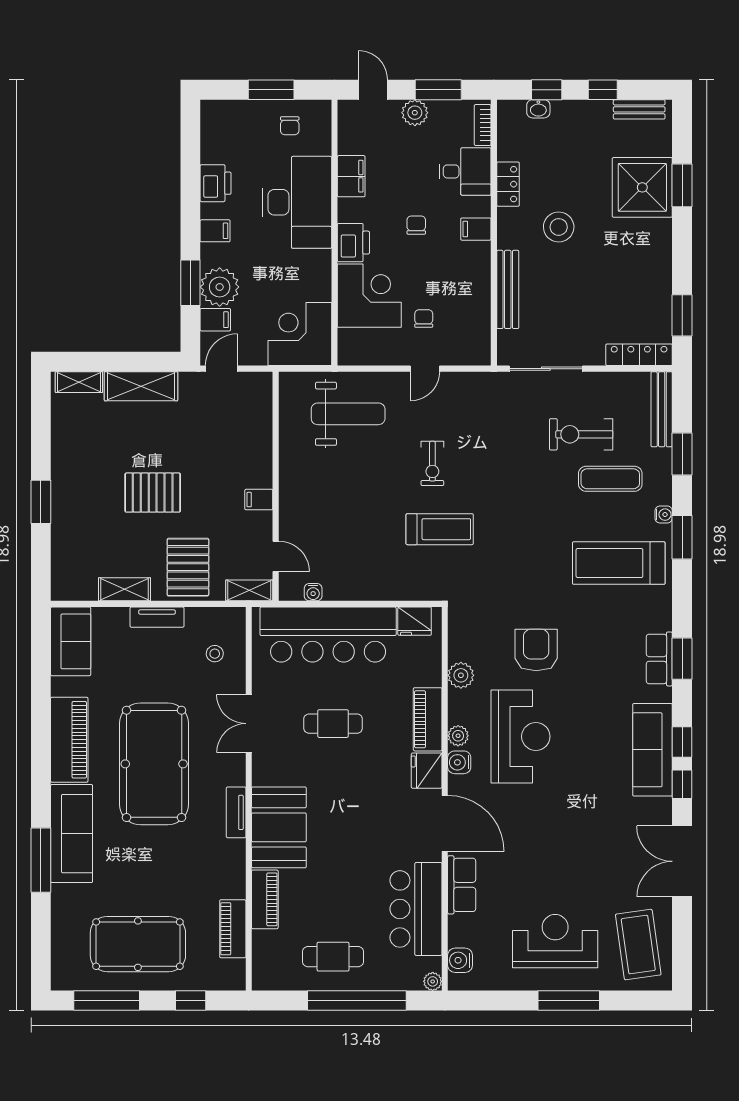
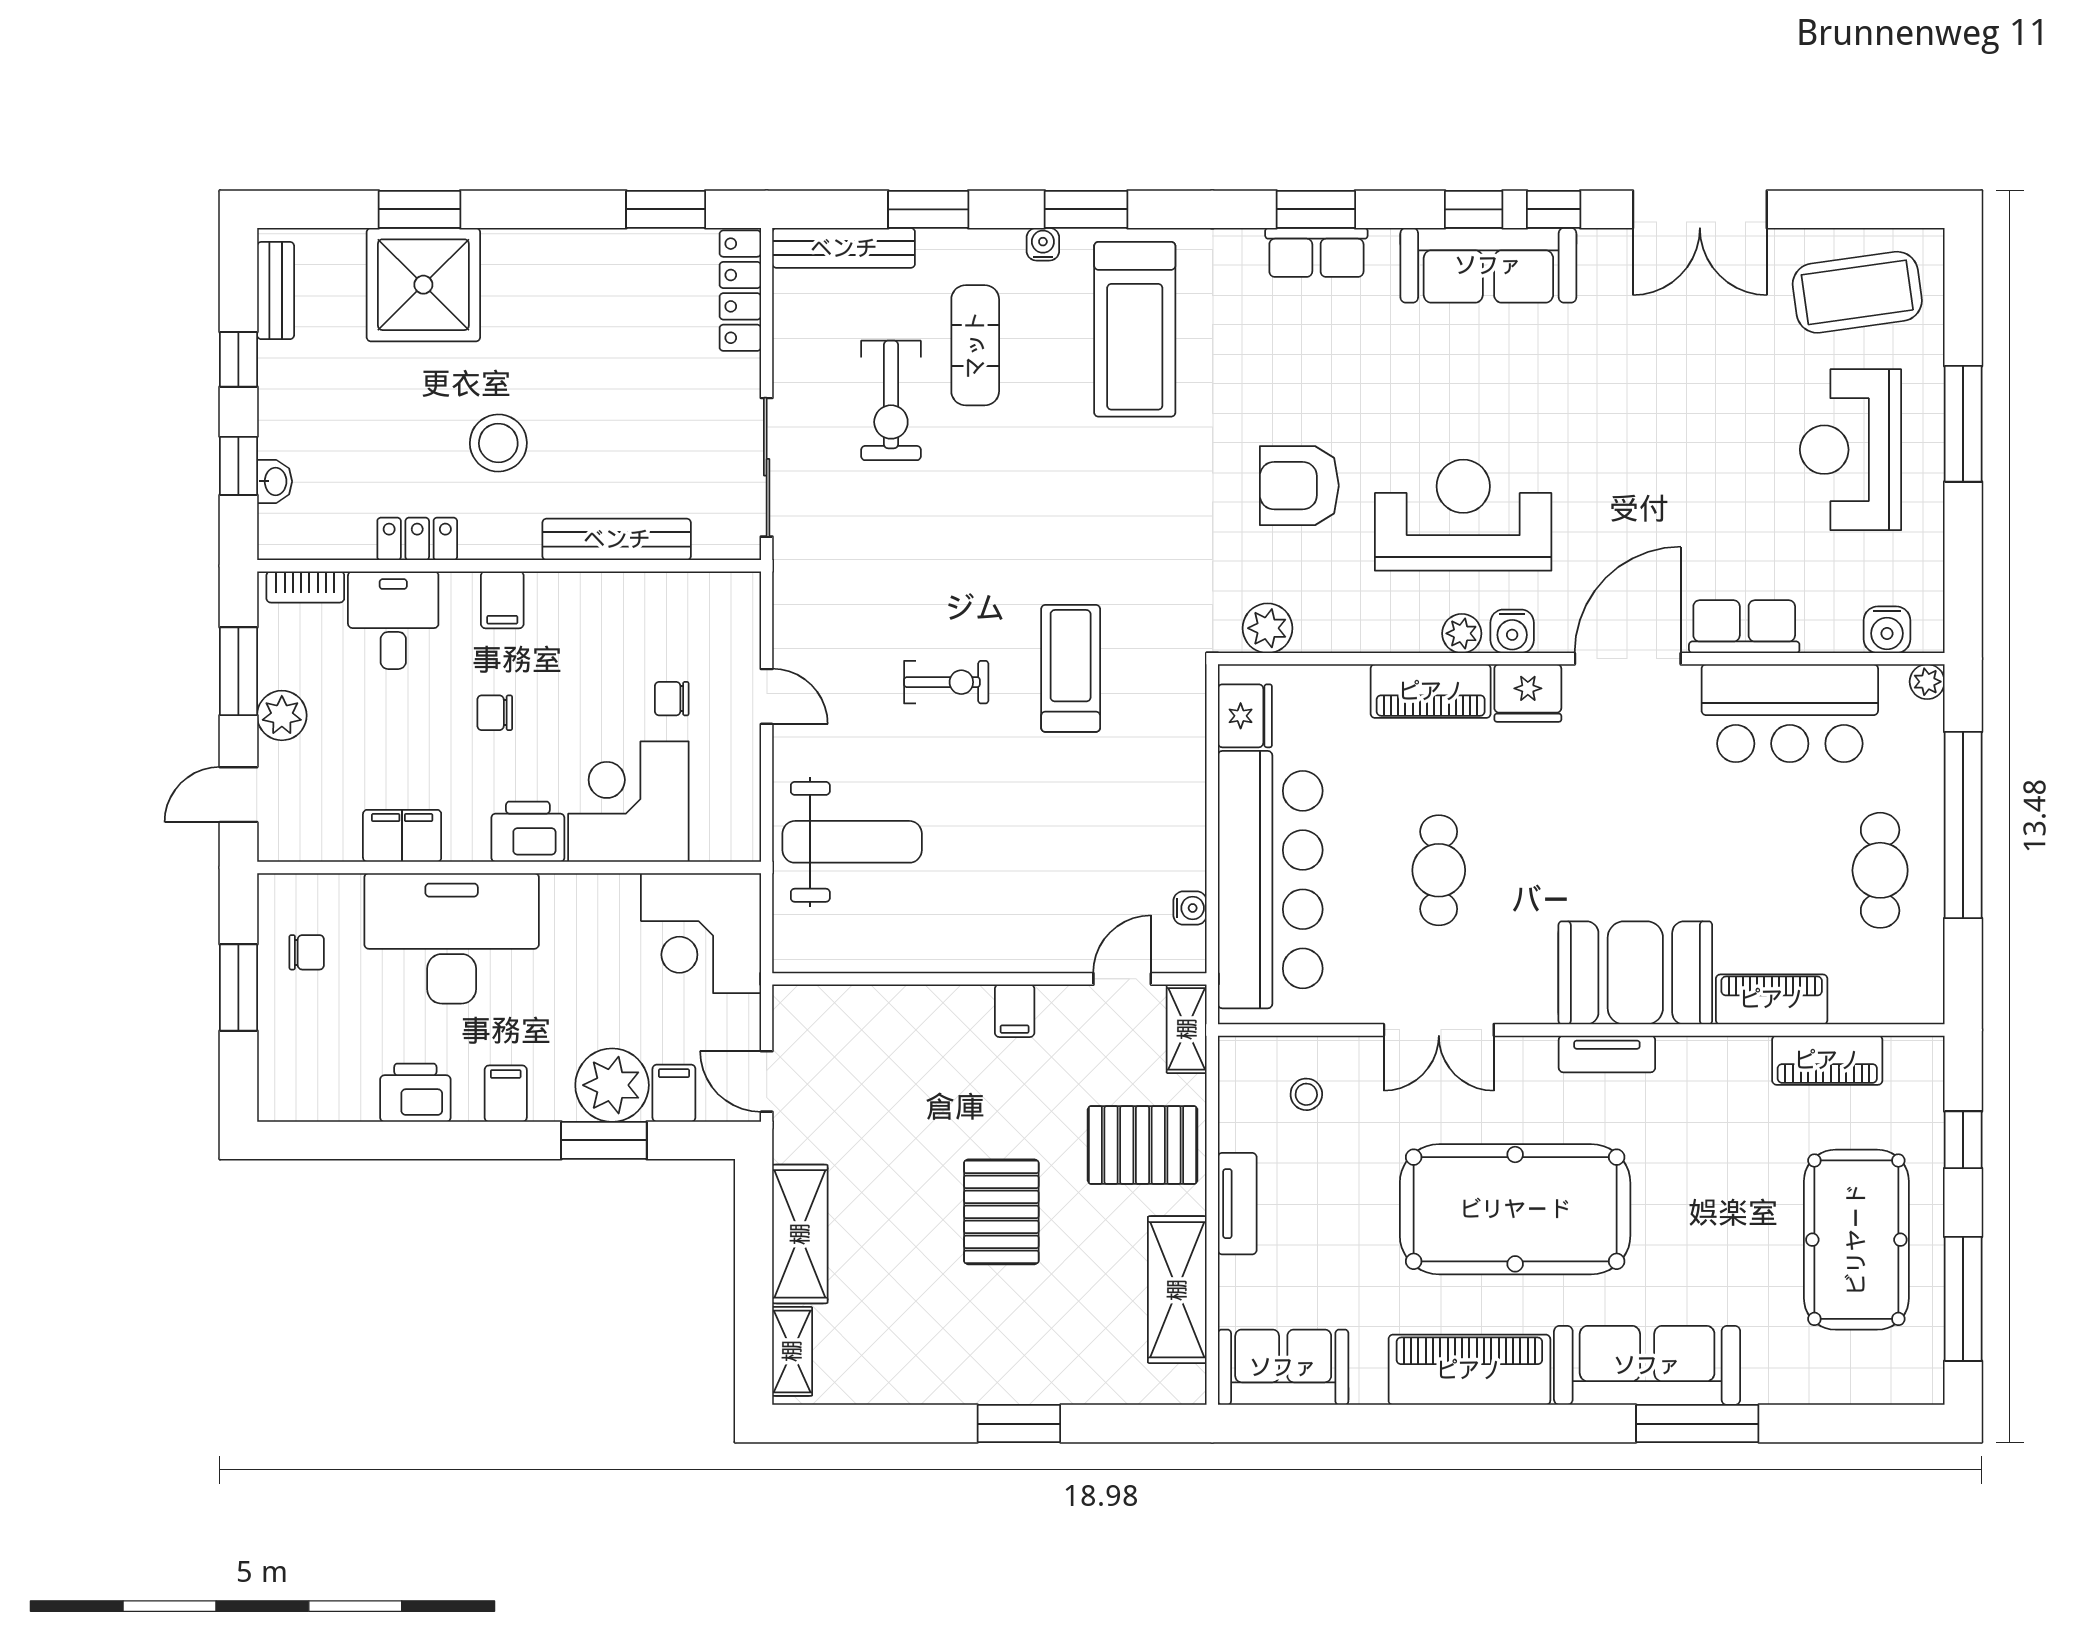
weight bench: (348, 414) -> (852, 842), turned 90
shelving: (124, 589) -> (1177, 1290), width x1.50, depth x1.33
plant: (461, 675) -> (1268, 628), moved

